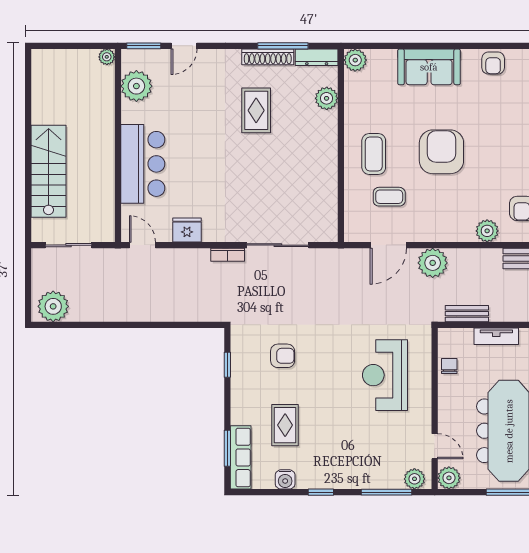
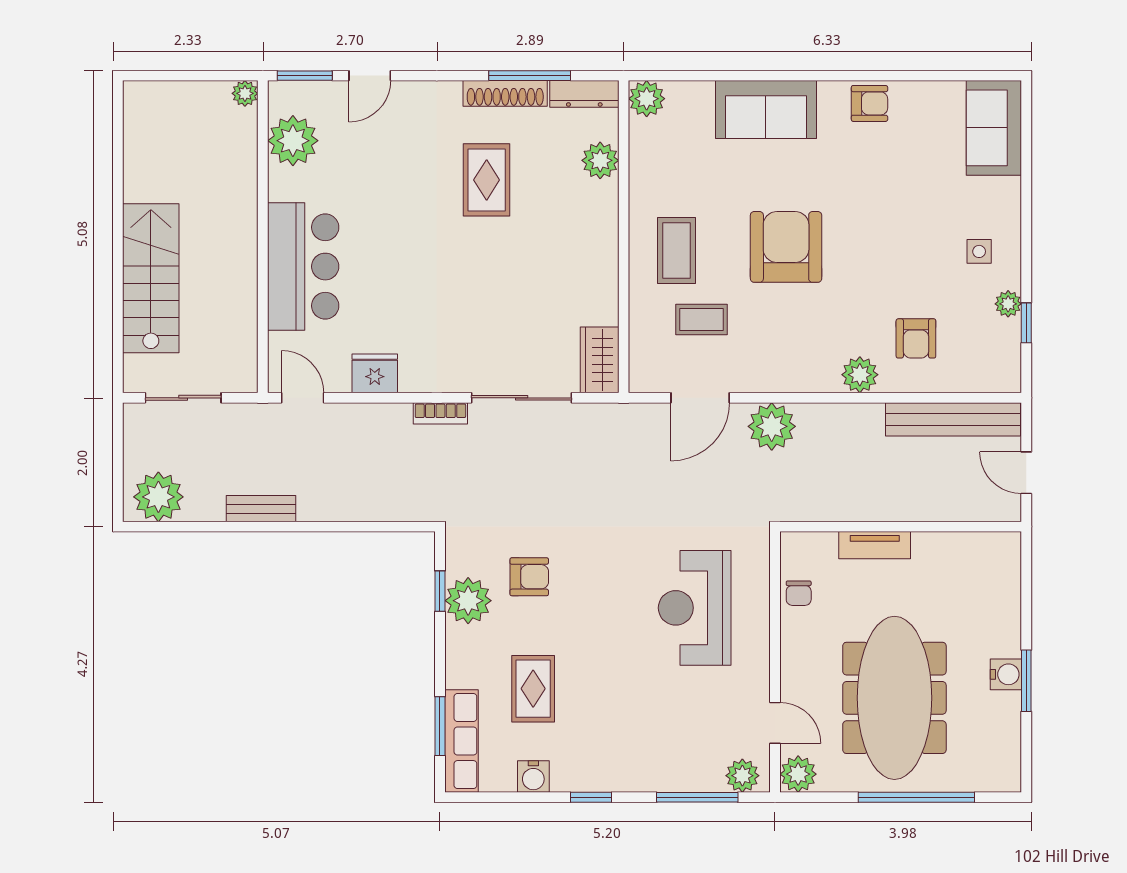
armchair: (493, 63) -> (869, 103), turned -90
wardrobe: (326, 222) -> (600, 360), added
bench: (467, 314) -> (261, 509), moved
chair: (449, 366) -> (799, 593), turned 180
plant: (245, 371) -> (468, 601), added

